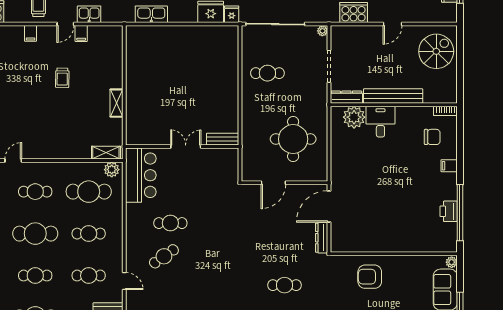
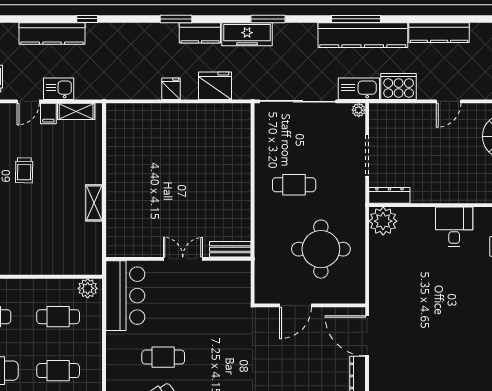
kitchen sink: (151, 14) -> (359, 89), moved
fridge: (232, 14) -> (171, 89), moved
cafe table: (267, 73) -> (294, 185), moved
bench: (393, 96) -> (449, 194), removed
plant: (354, 117) -> (383, 221), moved
desk: (380, 122) -> (454, 227), moved
shelving: (106, 153) -> (76, 111), moved
cafe table: (89, 192) -> (58, 317), width x0.73, depth x0.74
door: (329, 206) -> (367, 336), hinge flipped

